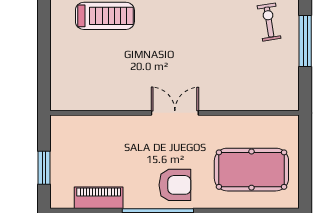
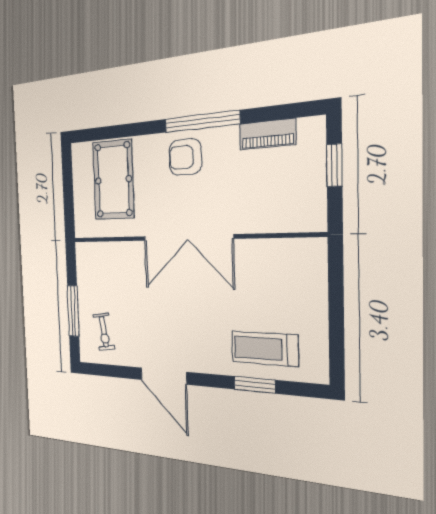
double door: (175, 113) -> (188, 238), width x1.87
pool table: (251, 170) -> (113, 180), turned 90

